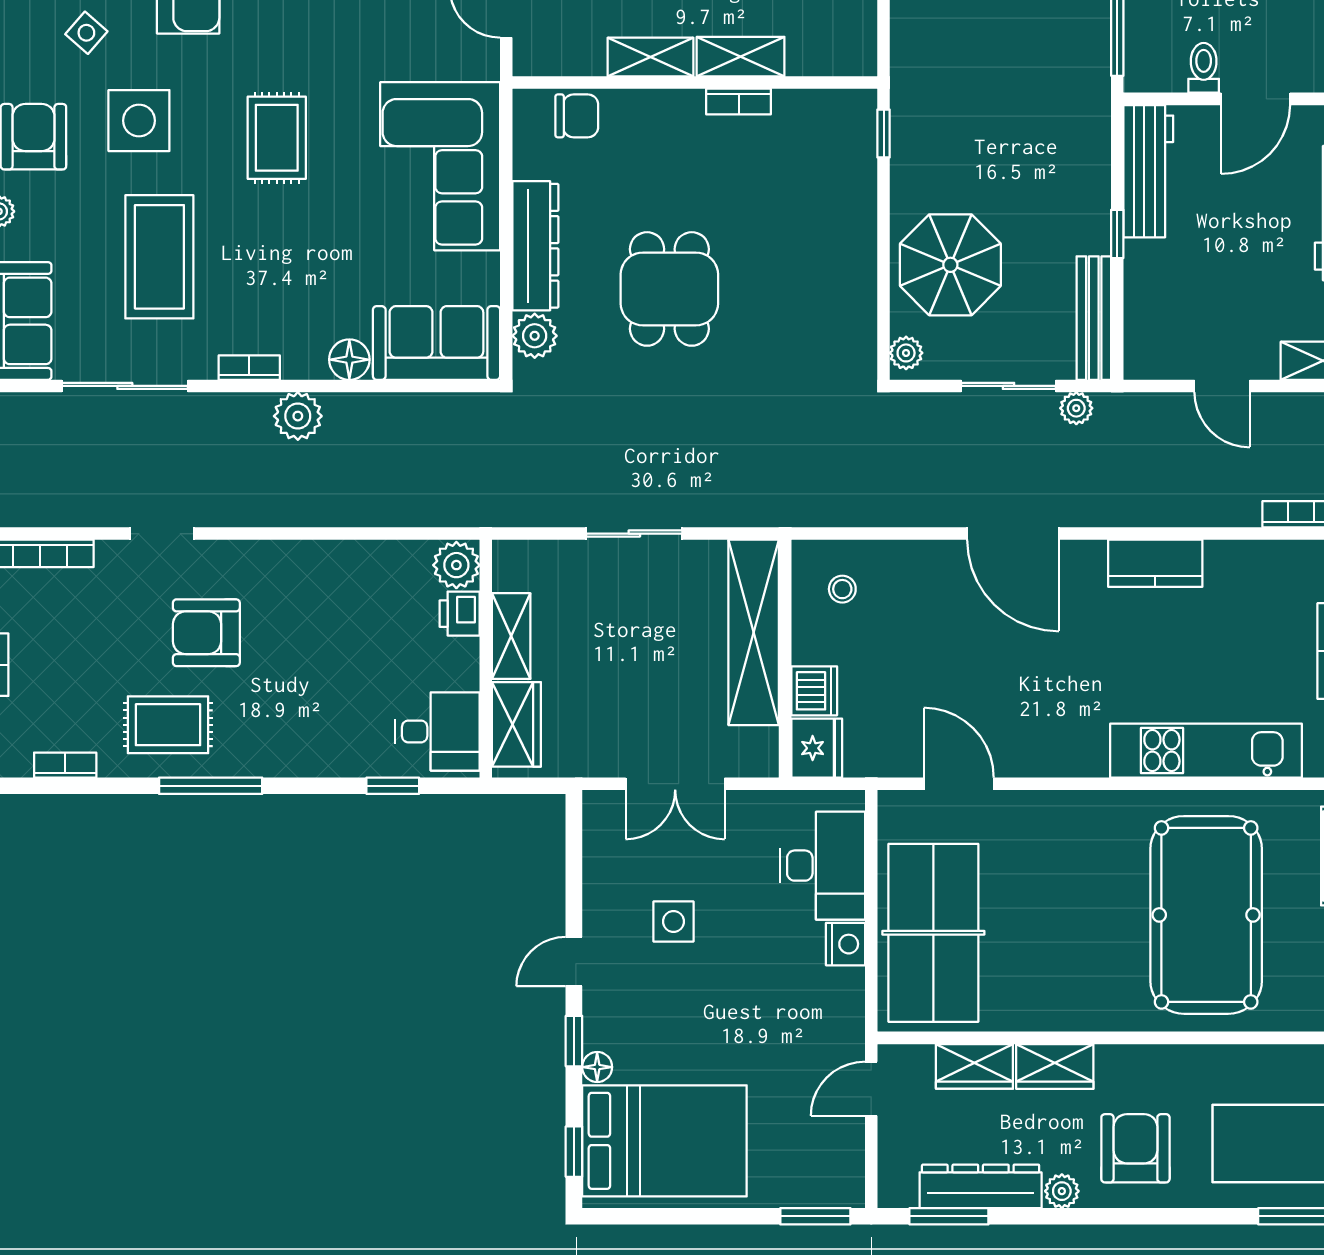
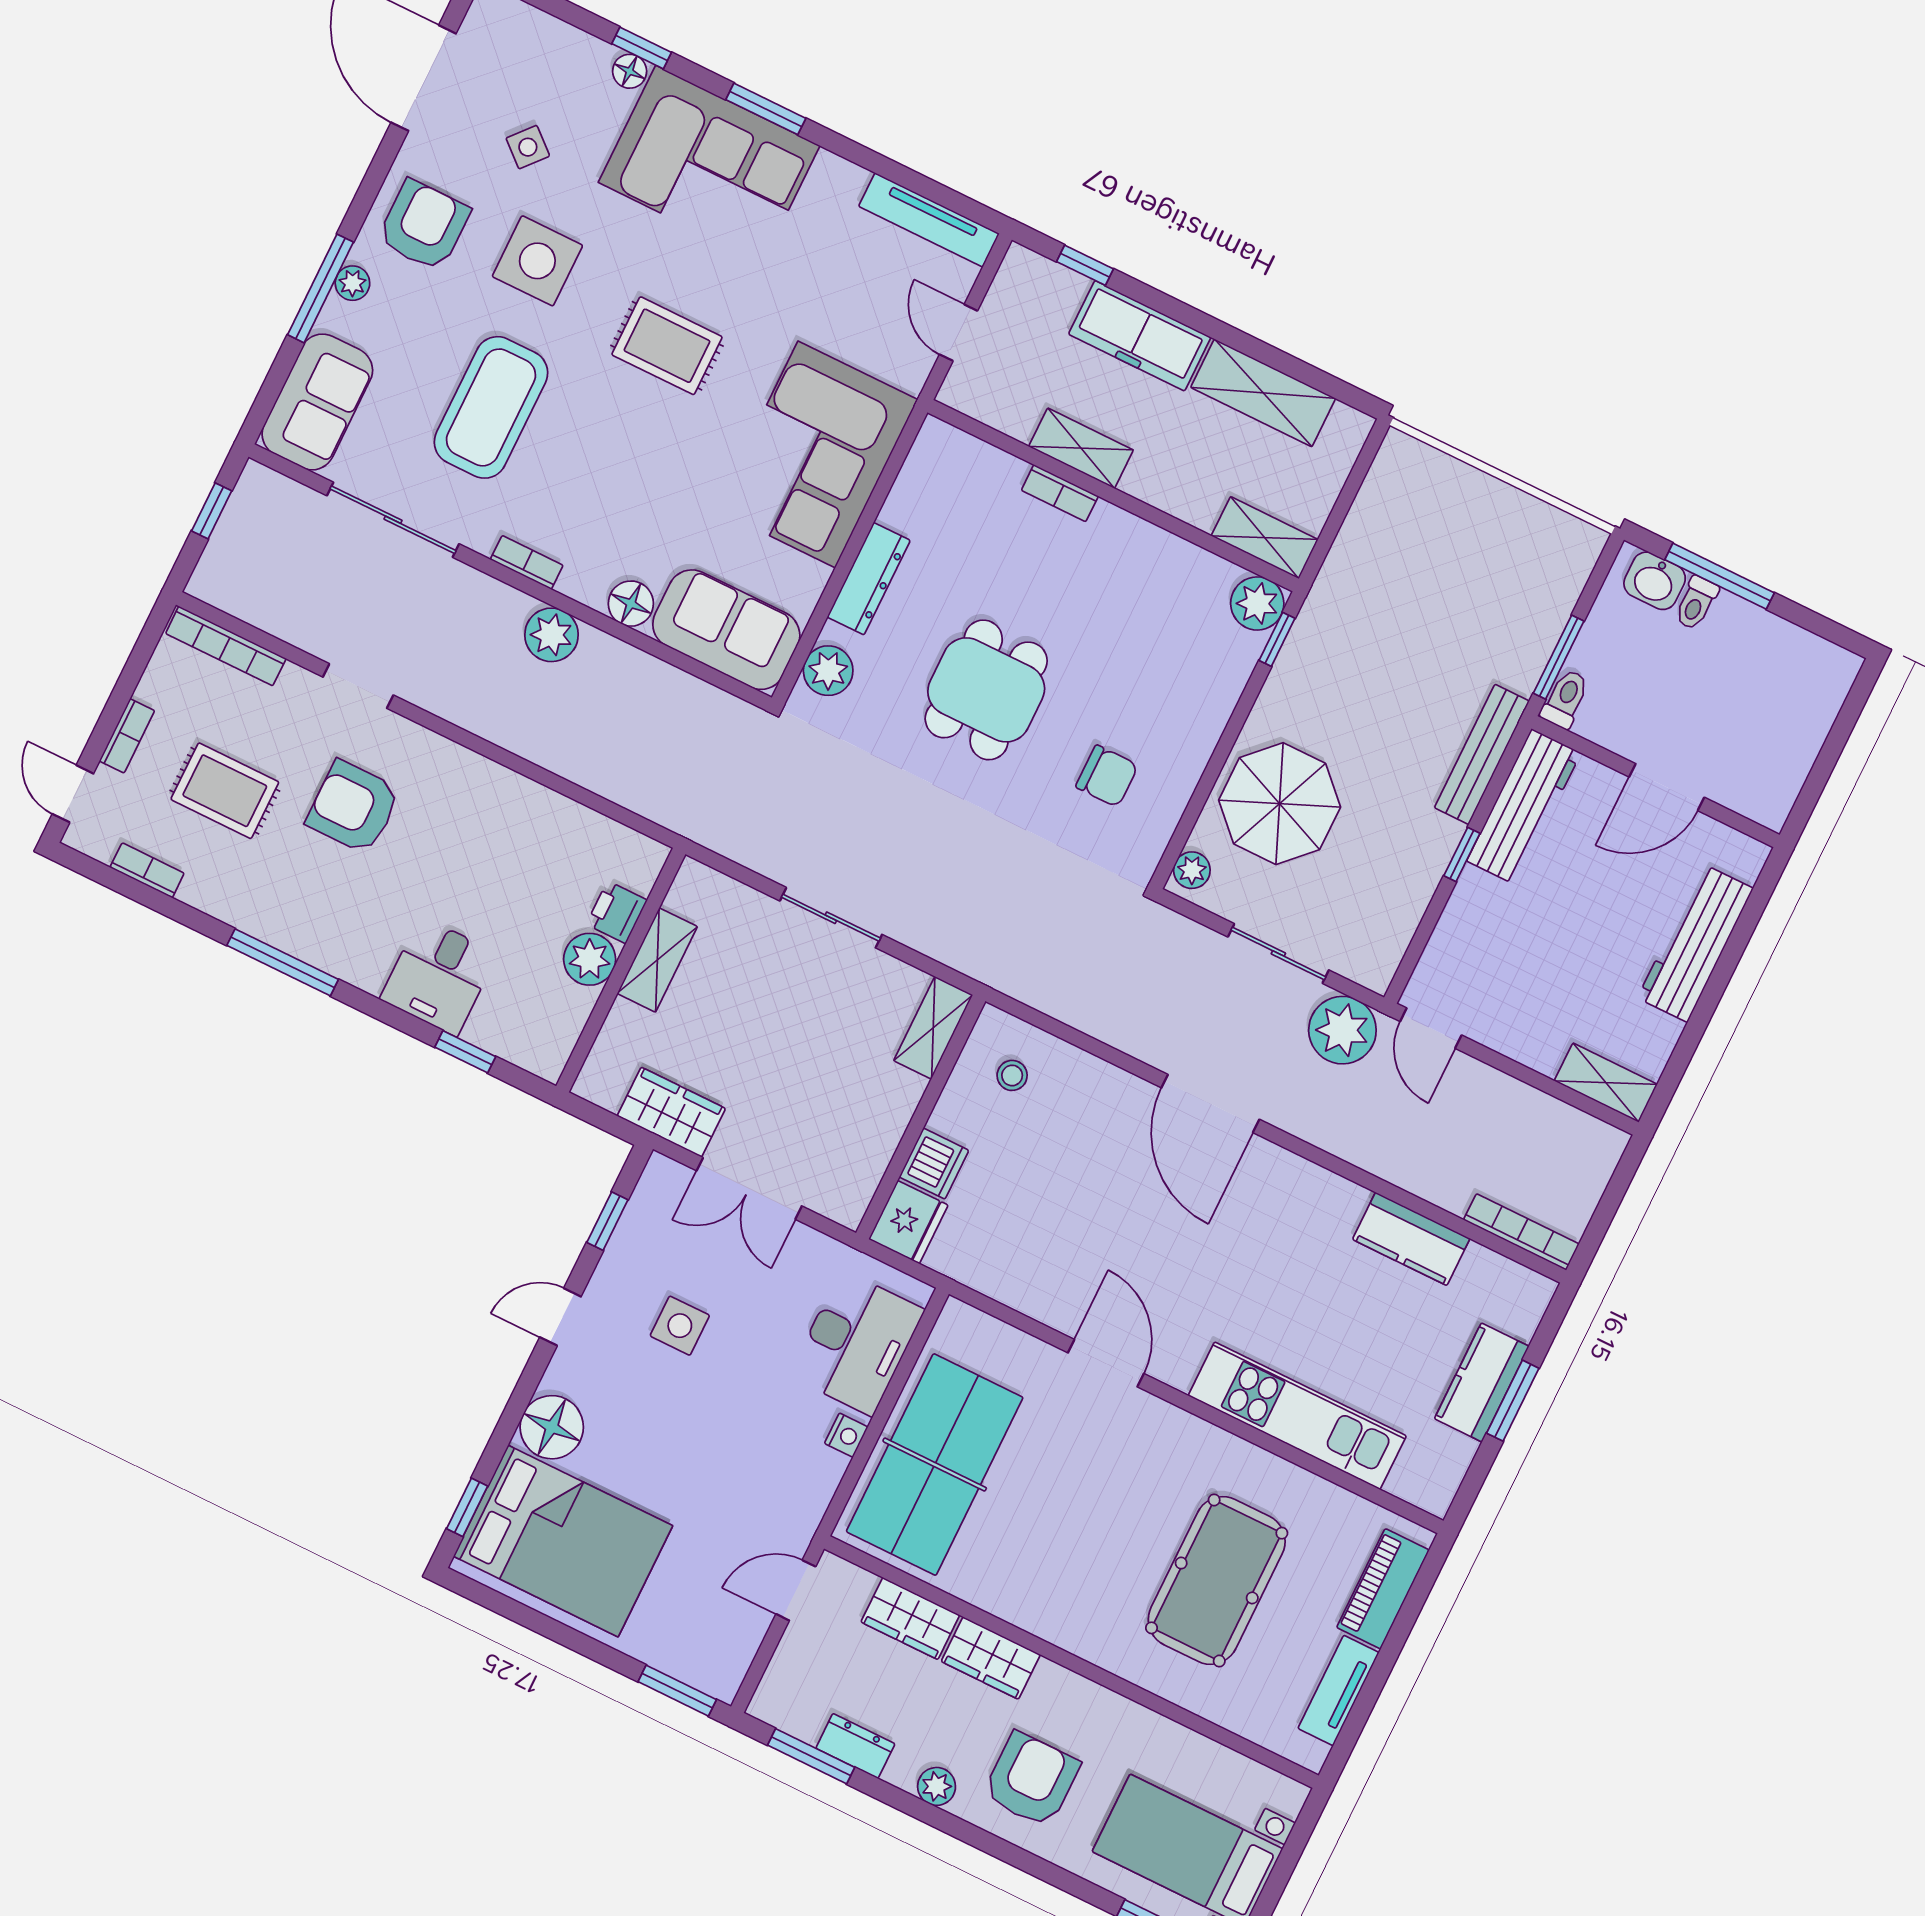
shelving: (741, 57) -> (1265, 538), moved
toilet: (1204, 68) -> (1565, 699), moved
bookcase: (739, 102) -> (1060, 493), moved
plant: (854, 112) -> (1257, 603), added
chair: (577, 116) -> (1107, 776), moved
rug: (277, 138) -> (667, 346), turned 90
dresser: (535, 246) -> (869, 579), width x0.73, depth x0.80
bench: (1094, 318) -> (1482, 754), moved
door: (1222, 386) -> (1431, 1028), moved
plant: (1076, 408) -> (1342, 1030), width x1.88, depth x1.88
kitchen counter: (1155, 563) -> (1411, 1239), moved
plant: (456, 565) -> (590, 959), moved
shelving: (754, 632) -> (933, 1028), width x0.45, depth x0.75
wardrobe: (516, 724) -> (671, 1112), moved, turned -90
rug: (168, 725) -> (225, 791), moved
desk: (437, 731) -> (439, 976), moved, turned 90
door: (959, 784) -> (1106, 1363), moved
pool table: (1206, 915) -> (1217, 1580), width x0.73, depth x0.76
nightstand: (846, 944) -> (846, 1435), width x0.72, depth x0.74
window: (574, 1041) -> (607, 1221), moved
floor lamp: (597, 1067) -> (552, 1427), width x1.89, depth x1.89
dresser: (981, 1186) -> (855, 1746), width x0.51, depth x0.80

